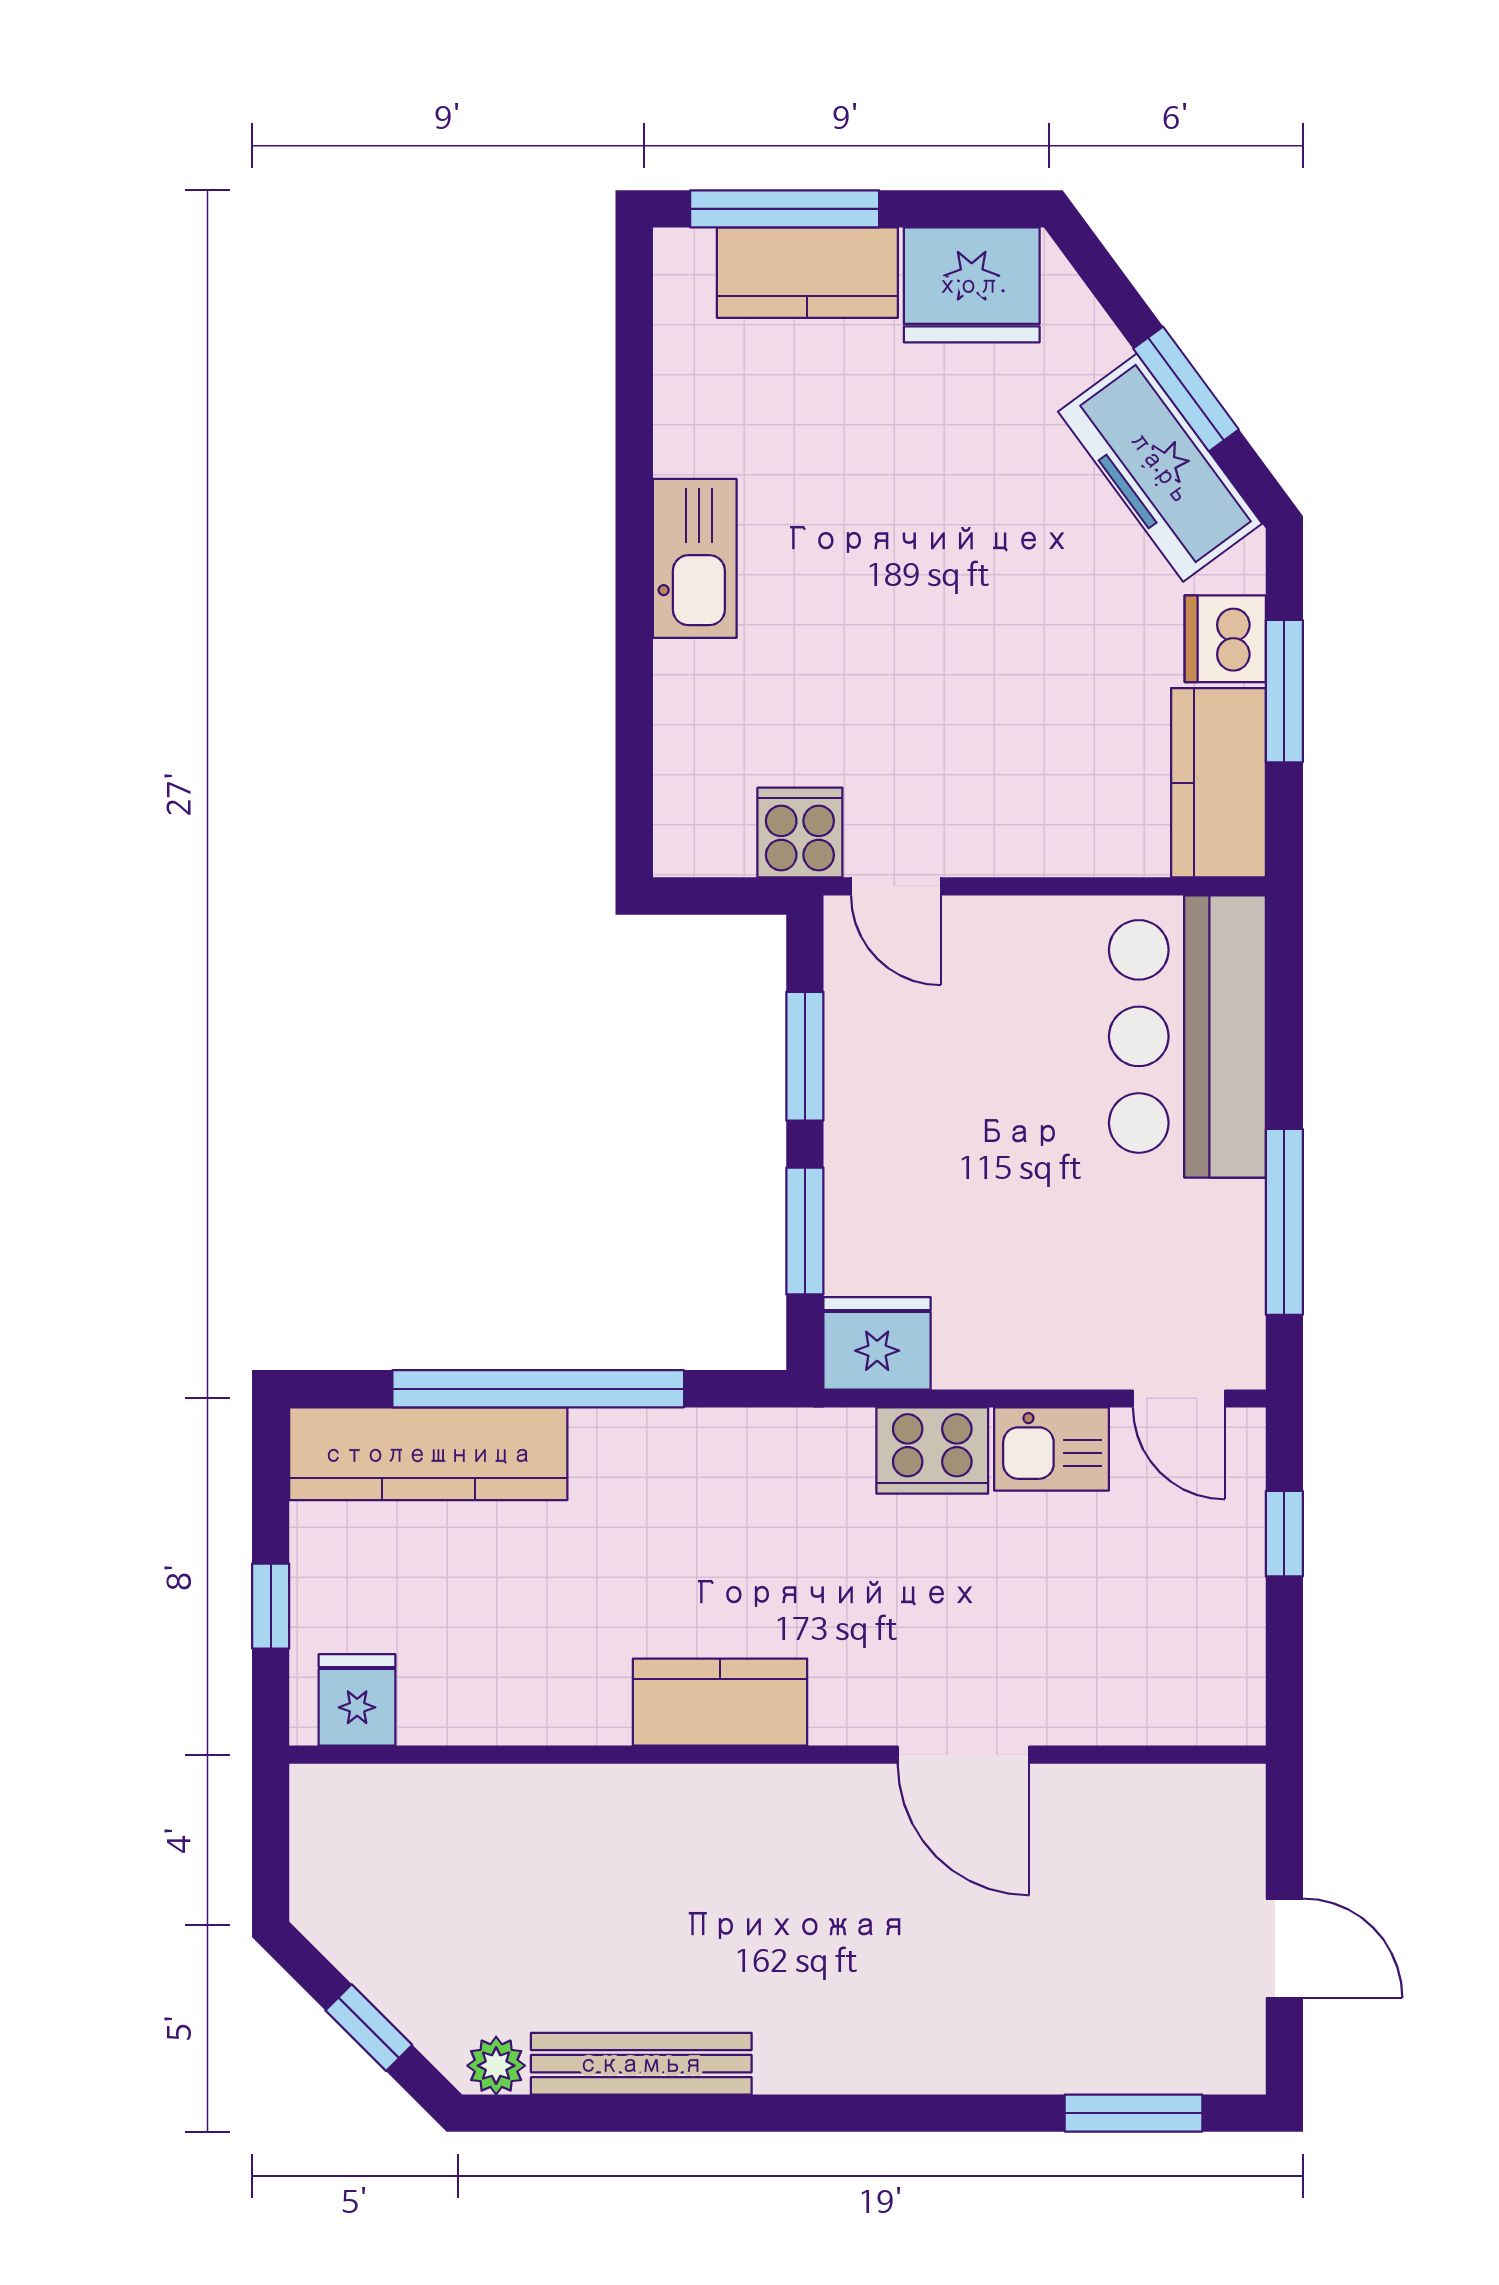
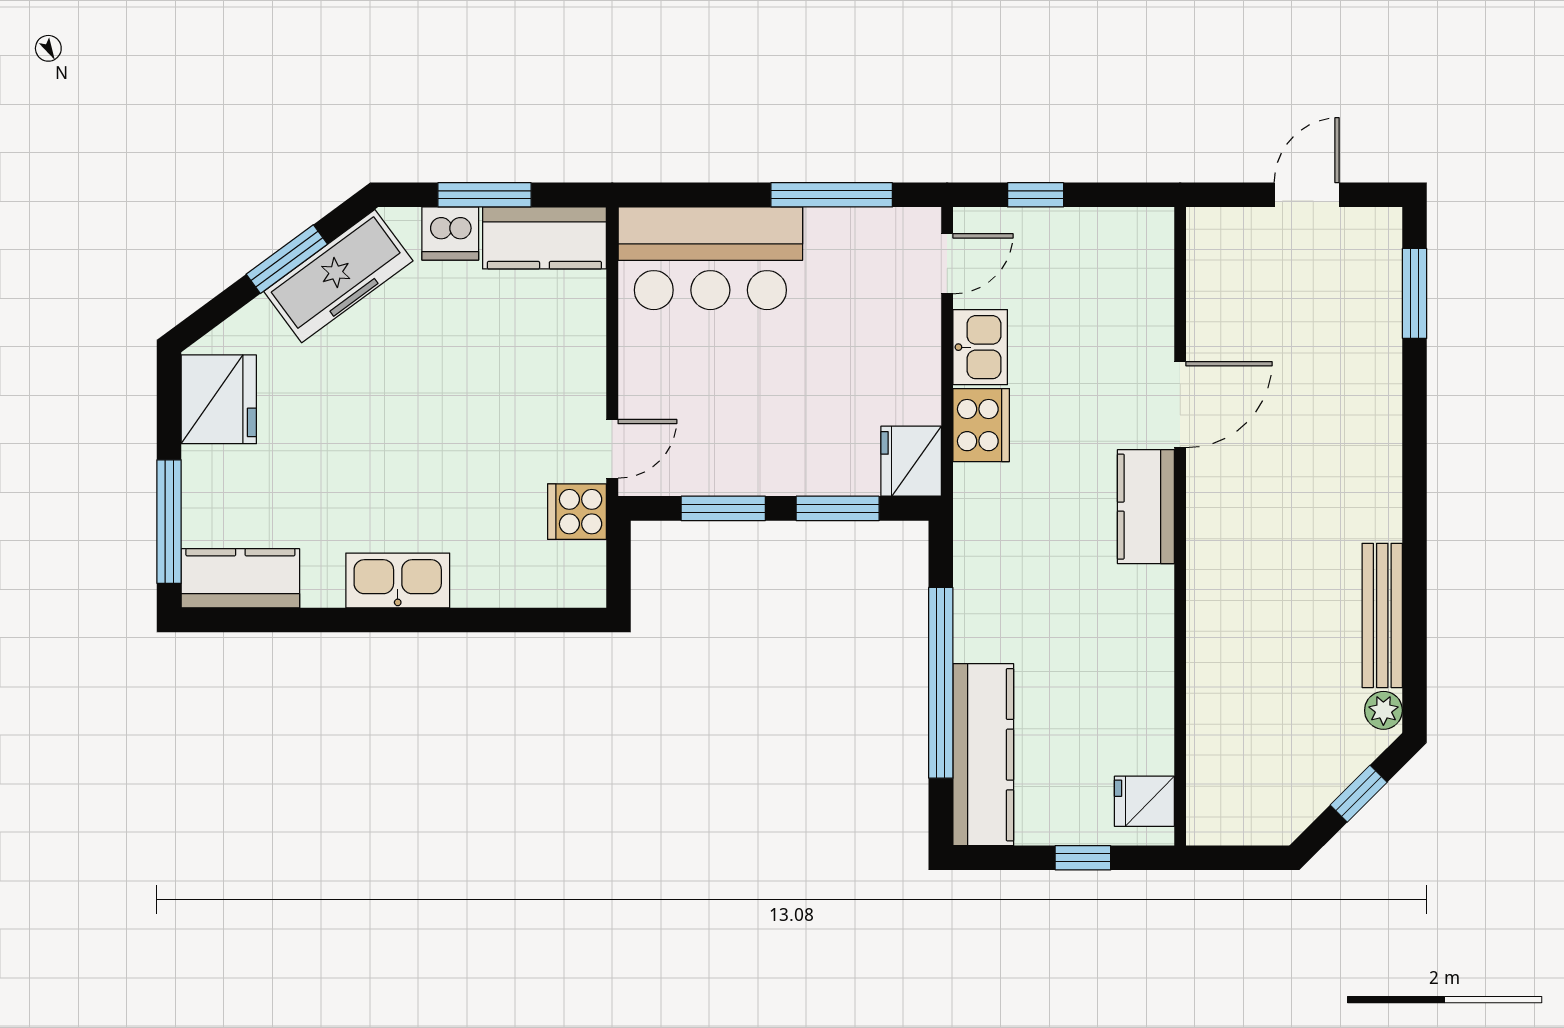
kitchen counter: (807, 273) -> (240, 578), moved, turned -90
kitchen counter: (720, 1702) -> (1146, 507), moved

